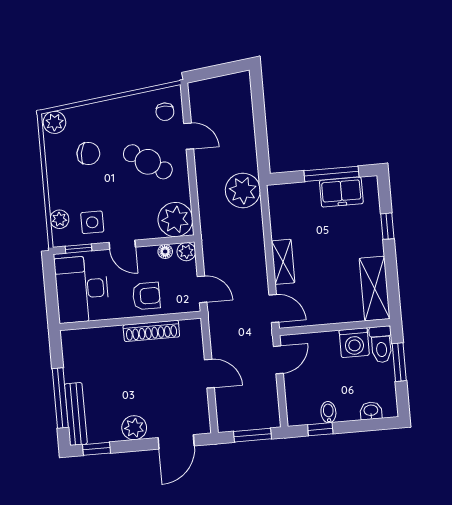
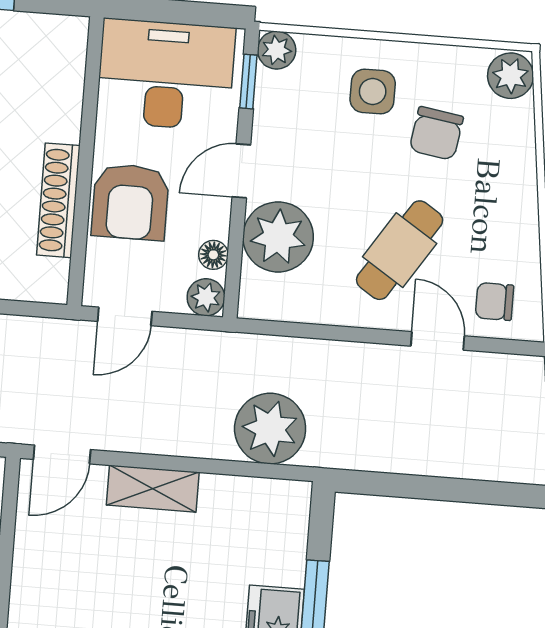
door: (189, 136) -> (438, 341), swing flipped
plant: (243, 190) -> (270, 429), moved
plant: (59, 219) -> (277, 50), moved
plant: (175, 220) -> (278, 237), moved
side table: (92, 222) -> (373, 91), moved
armchair: (146, 296) -> (130, 202), width x1.38, depth x1.38

